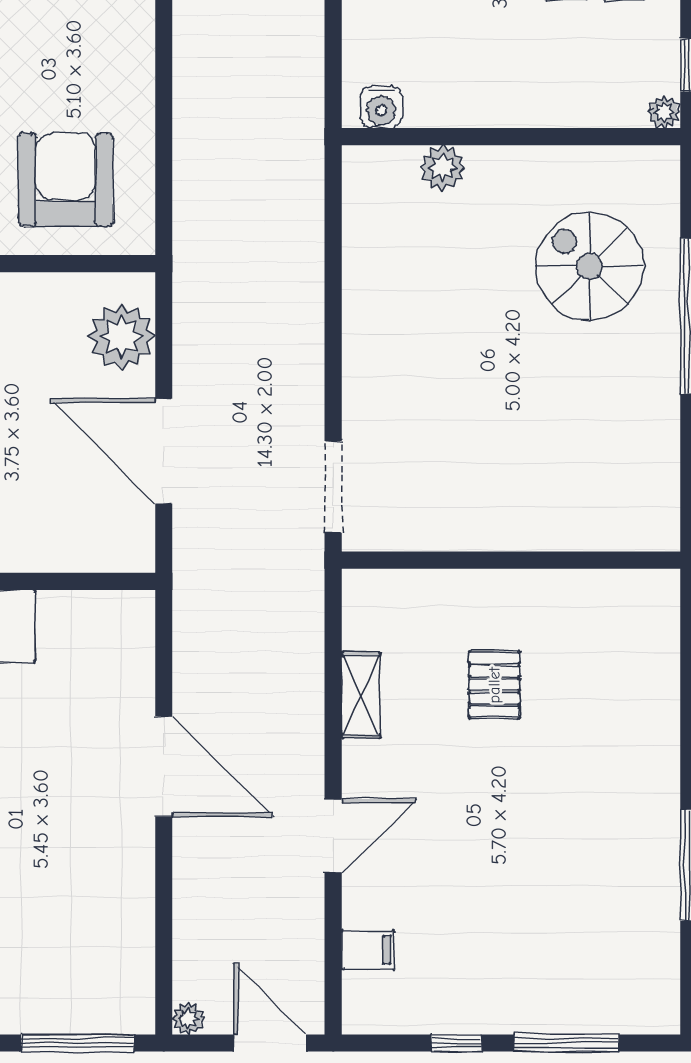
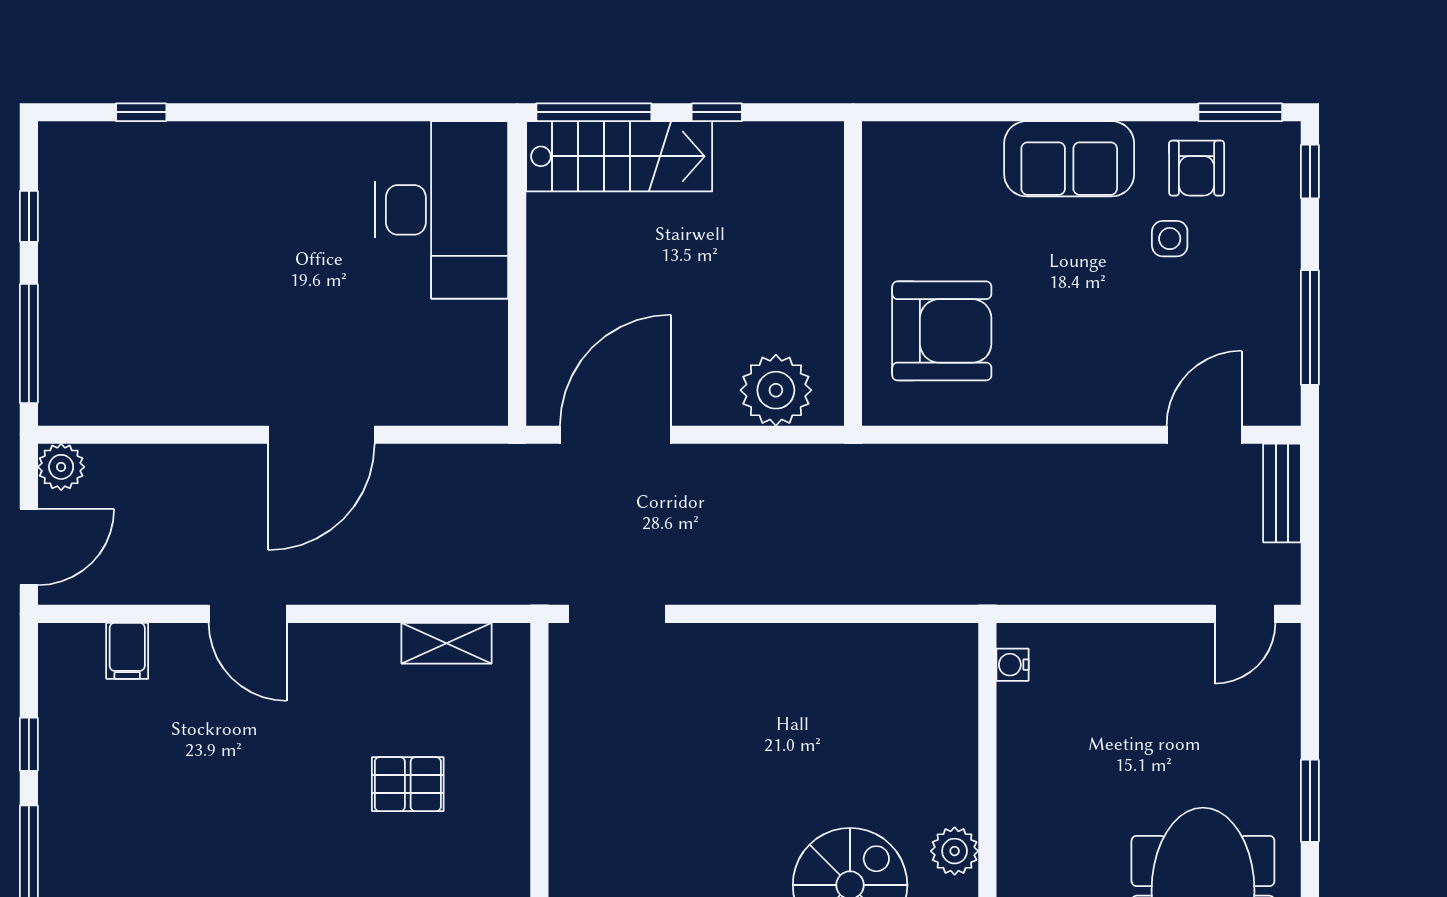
water cooler: (381, 107) -> (1012, 665), width x0.72, depth x0.72
plant: (443, 168) -> (955, 851), moved
door: (164, 451) -> (615, 435), moved
shelving: (361, 695) -> (446, 643), moved
plant: (188, 1019) -> (61, 467), width x1.38, depth x1.38

